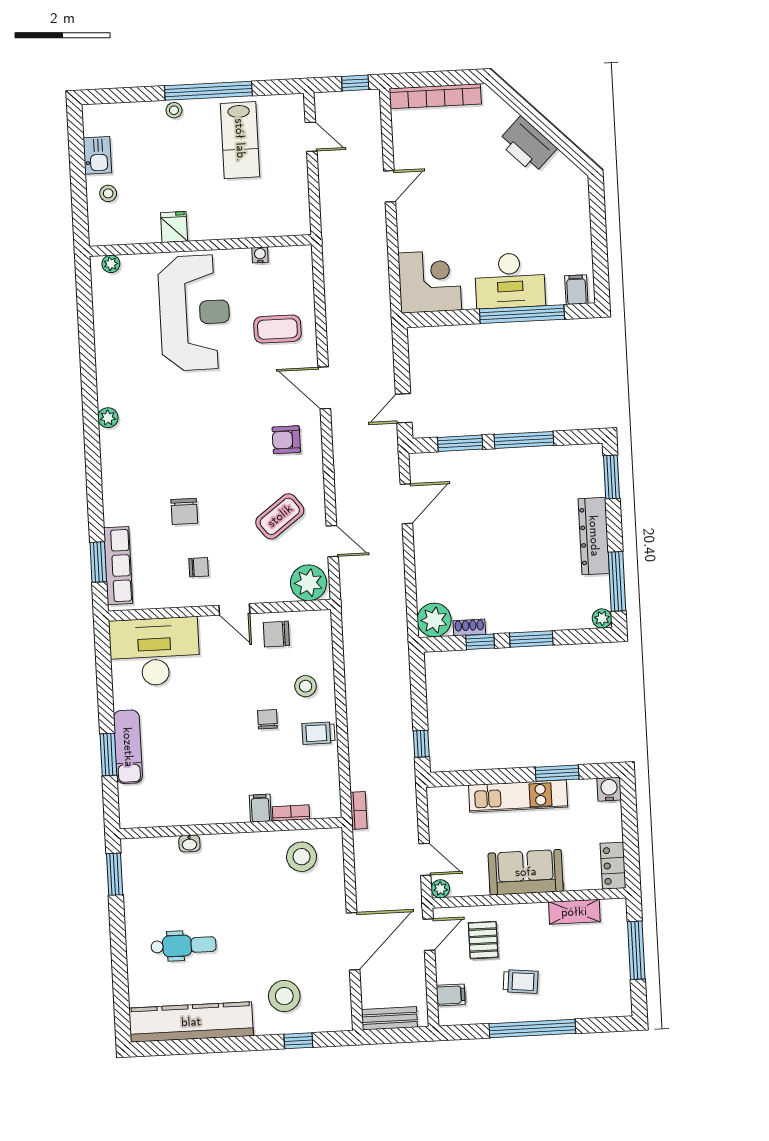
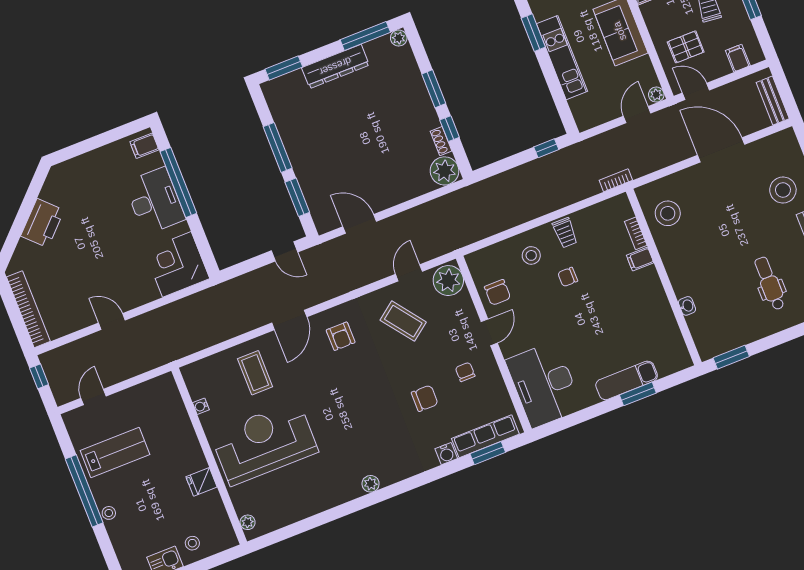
water cooler: (113, 515) -> (446, 454), added

